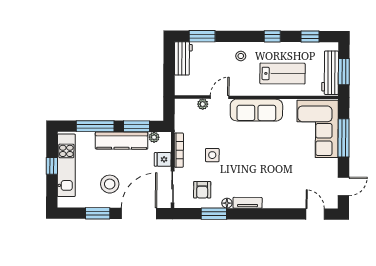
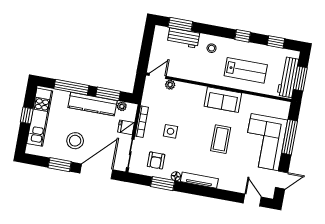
workbench: (183, 58) -> (183, 38), moved, turned 90
door: (220, 97) -> (158, 76), moved
sofa: (256, 110) -> (223, 100), width x0.73
corner sofa: (318, 129) -> (265, 142), moved
coffee table: (269, 154) -> (221, 139), added
tv unit: (248, 203) -> (199, 180), width x1.41

